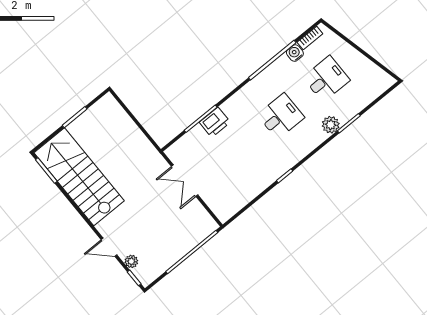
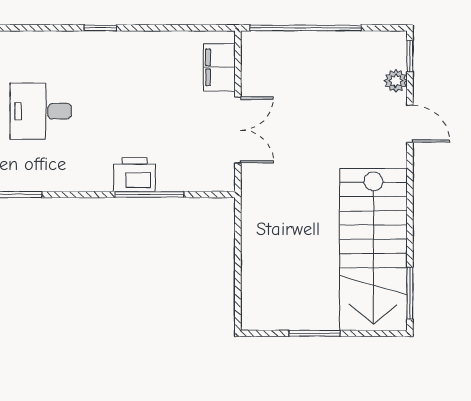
filing cabinet: (216, 202) -> (219, 67), added

